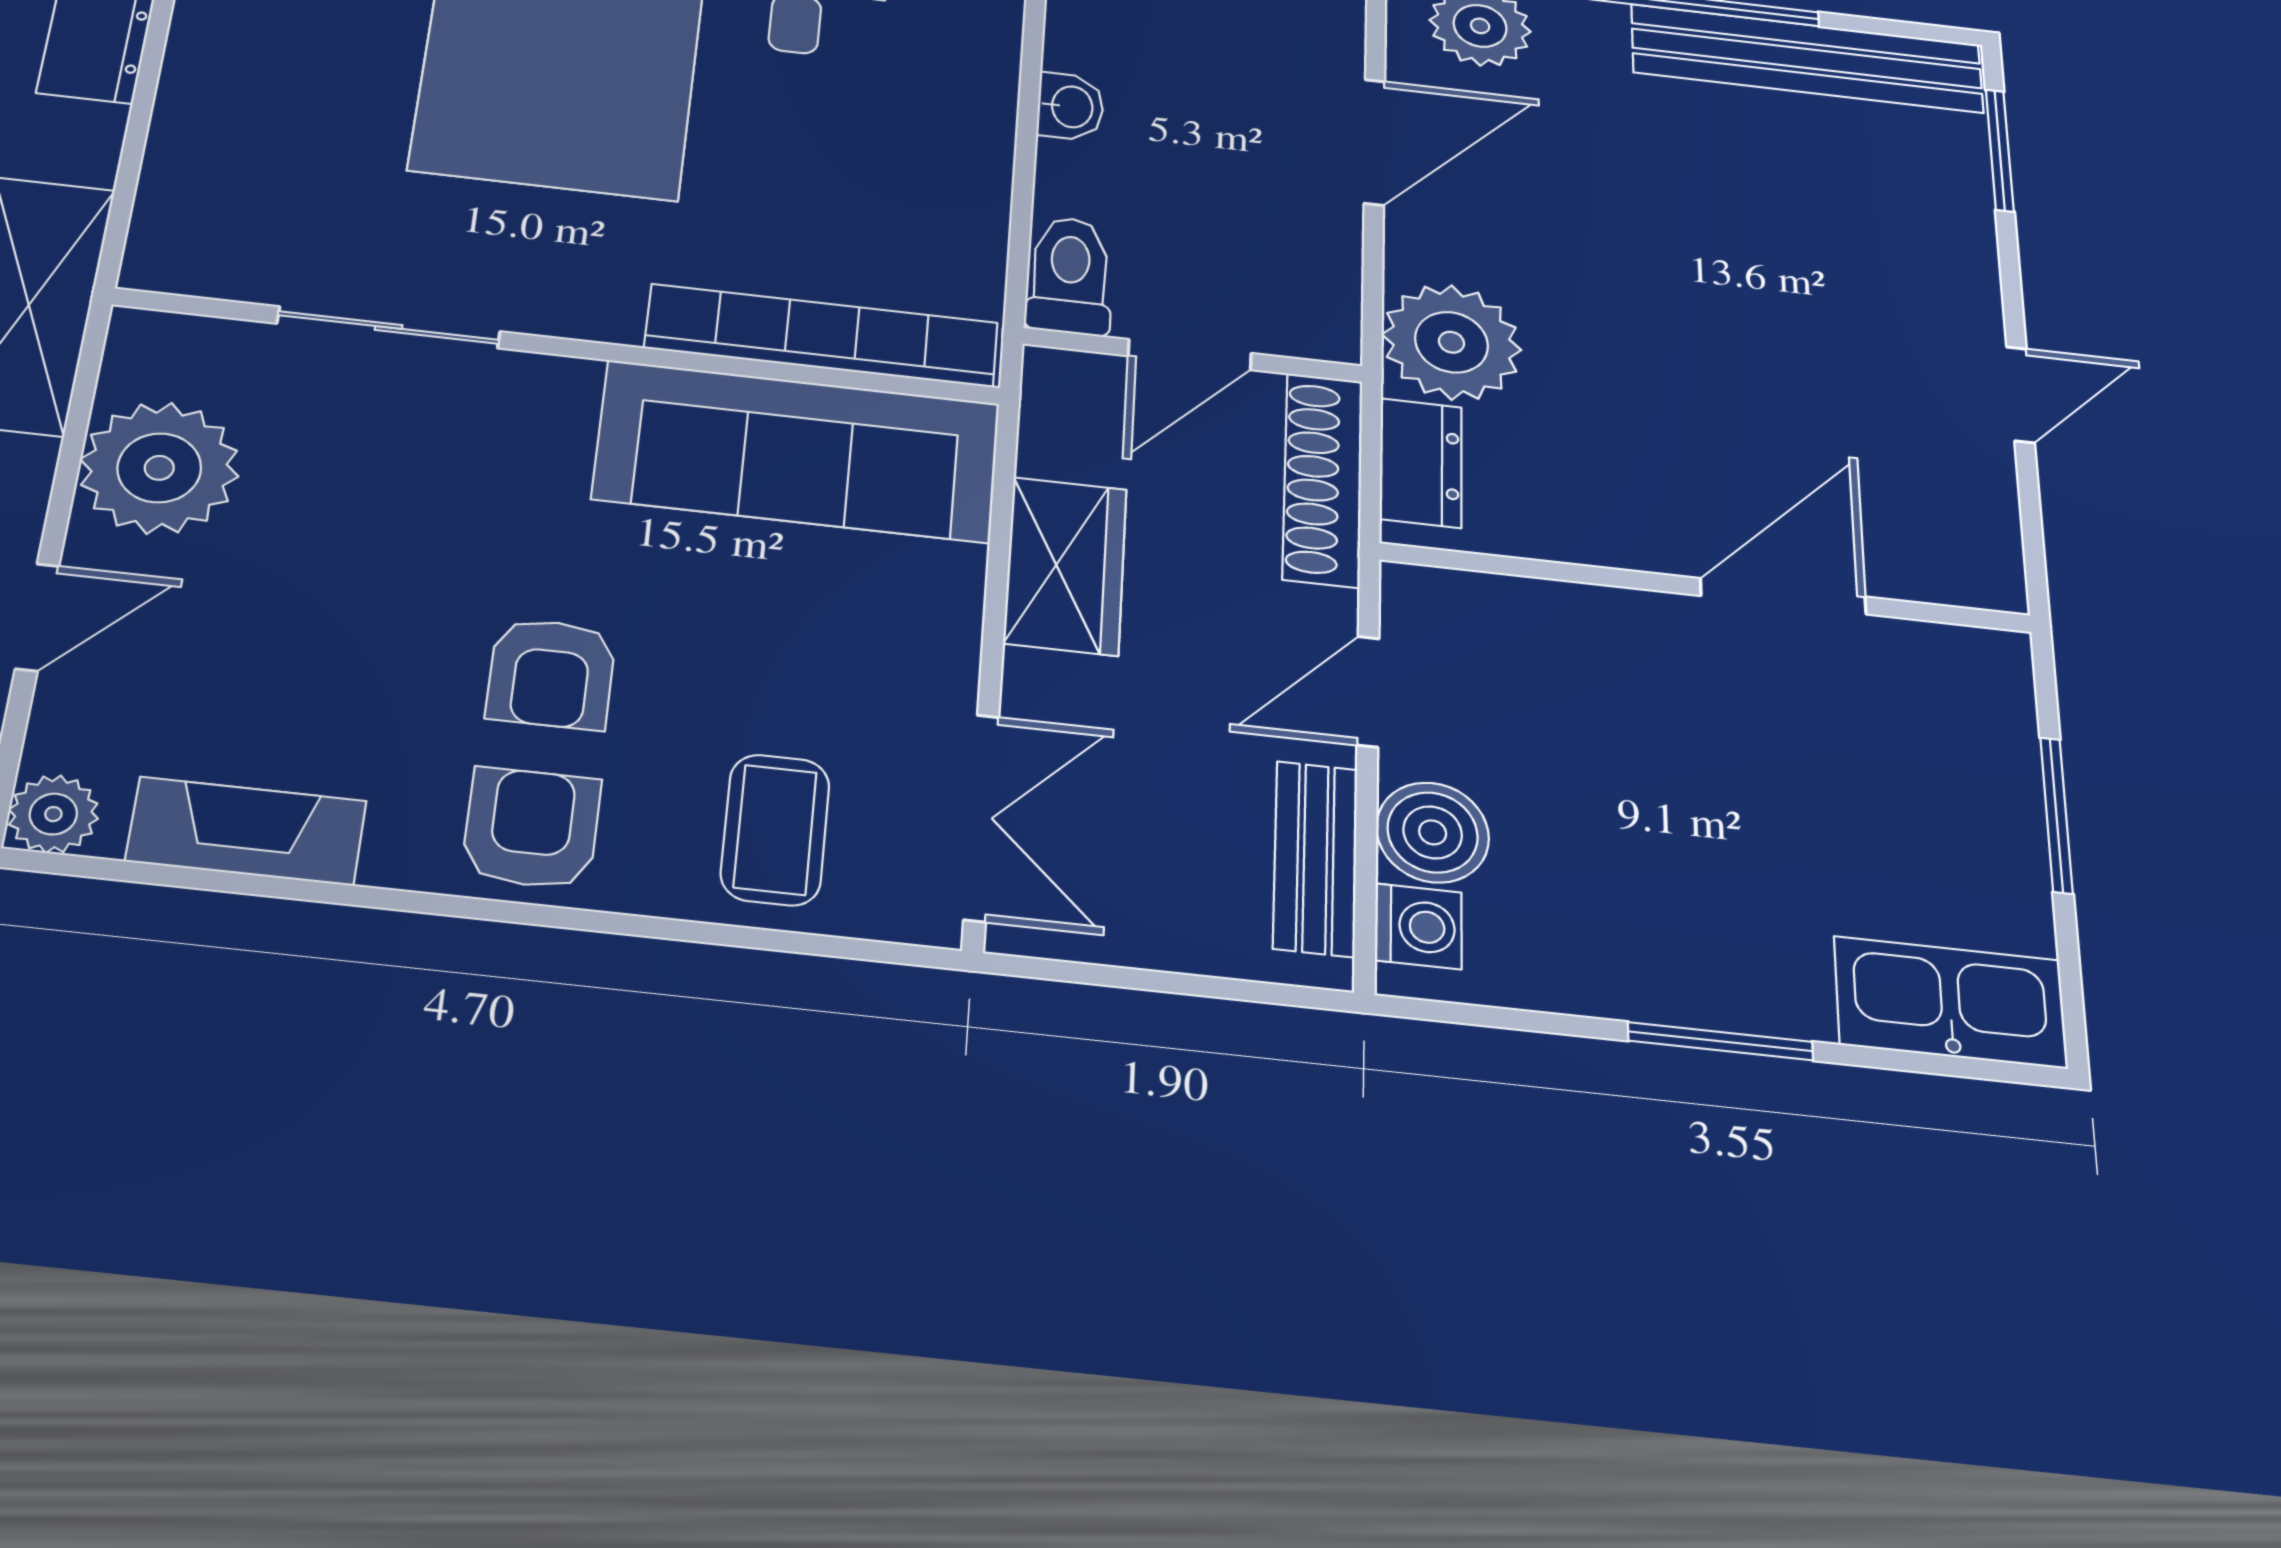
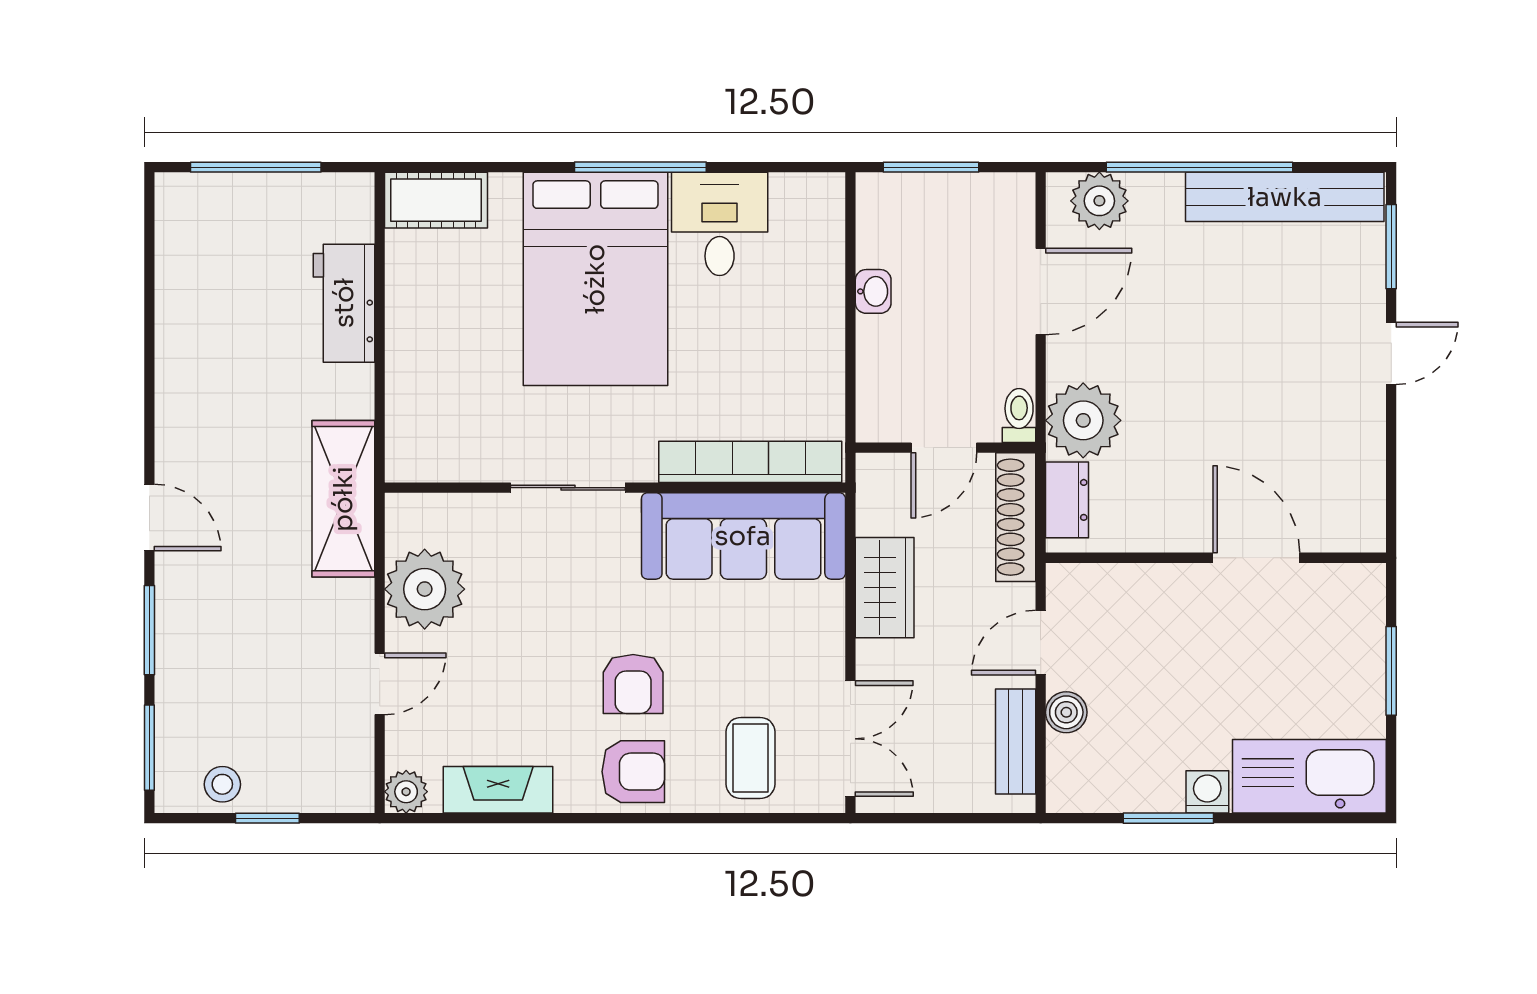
toilet: (1070, 276) -> (1019, 416), moved, width x0.73, depth x0.72
sliding door: (389, 327) -> (568, 488), moved
door: (2021, 395) -> (1391, 353), moved
door: (1783, 596) -> (1256, 558), hinge flipped
armchair: (531, 828) -> (633, 772), turned 90
boiler: (1433, 832) -> (1066, 712), width x0.73, depth x0.73
washing machine: (1418, 926) -> (1207, 792), moved, turned -90
kitchen sink: (1950, 1002) -> (1309, 776), width x1.36, depth x1.24
window: (1720, 1041) -> (1168, 818), moved

